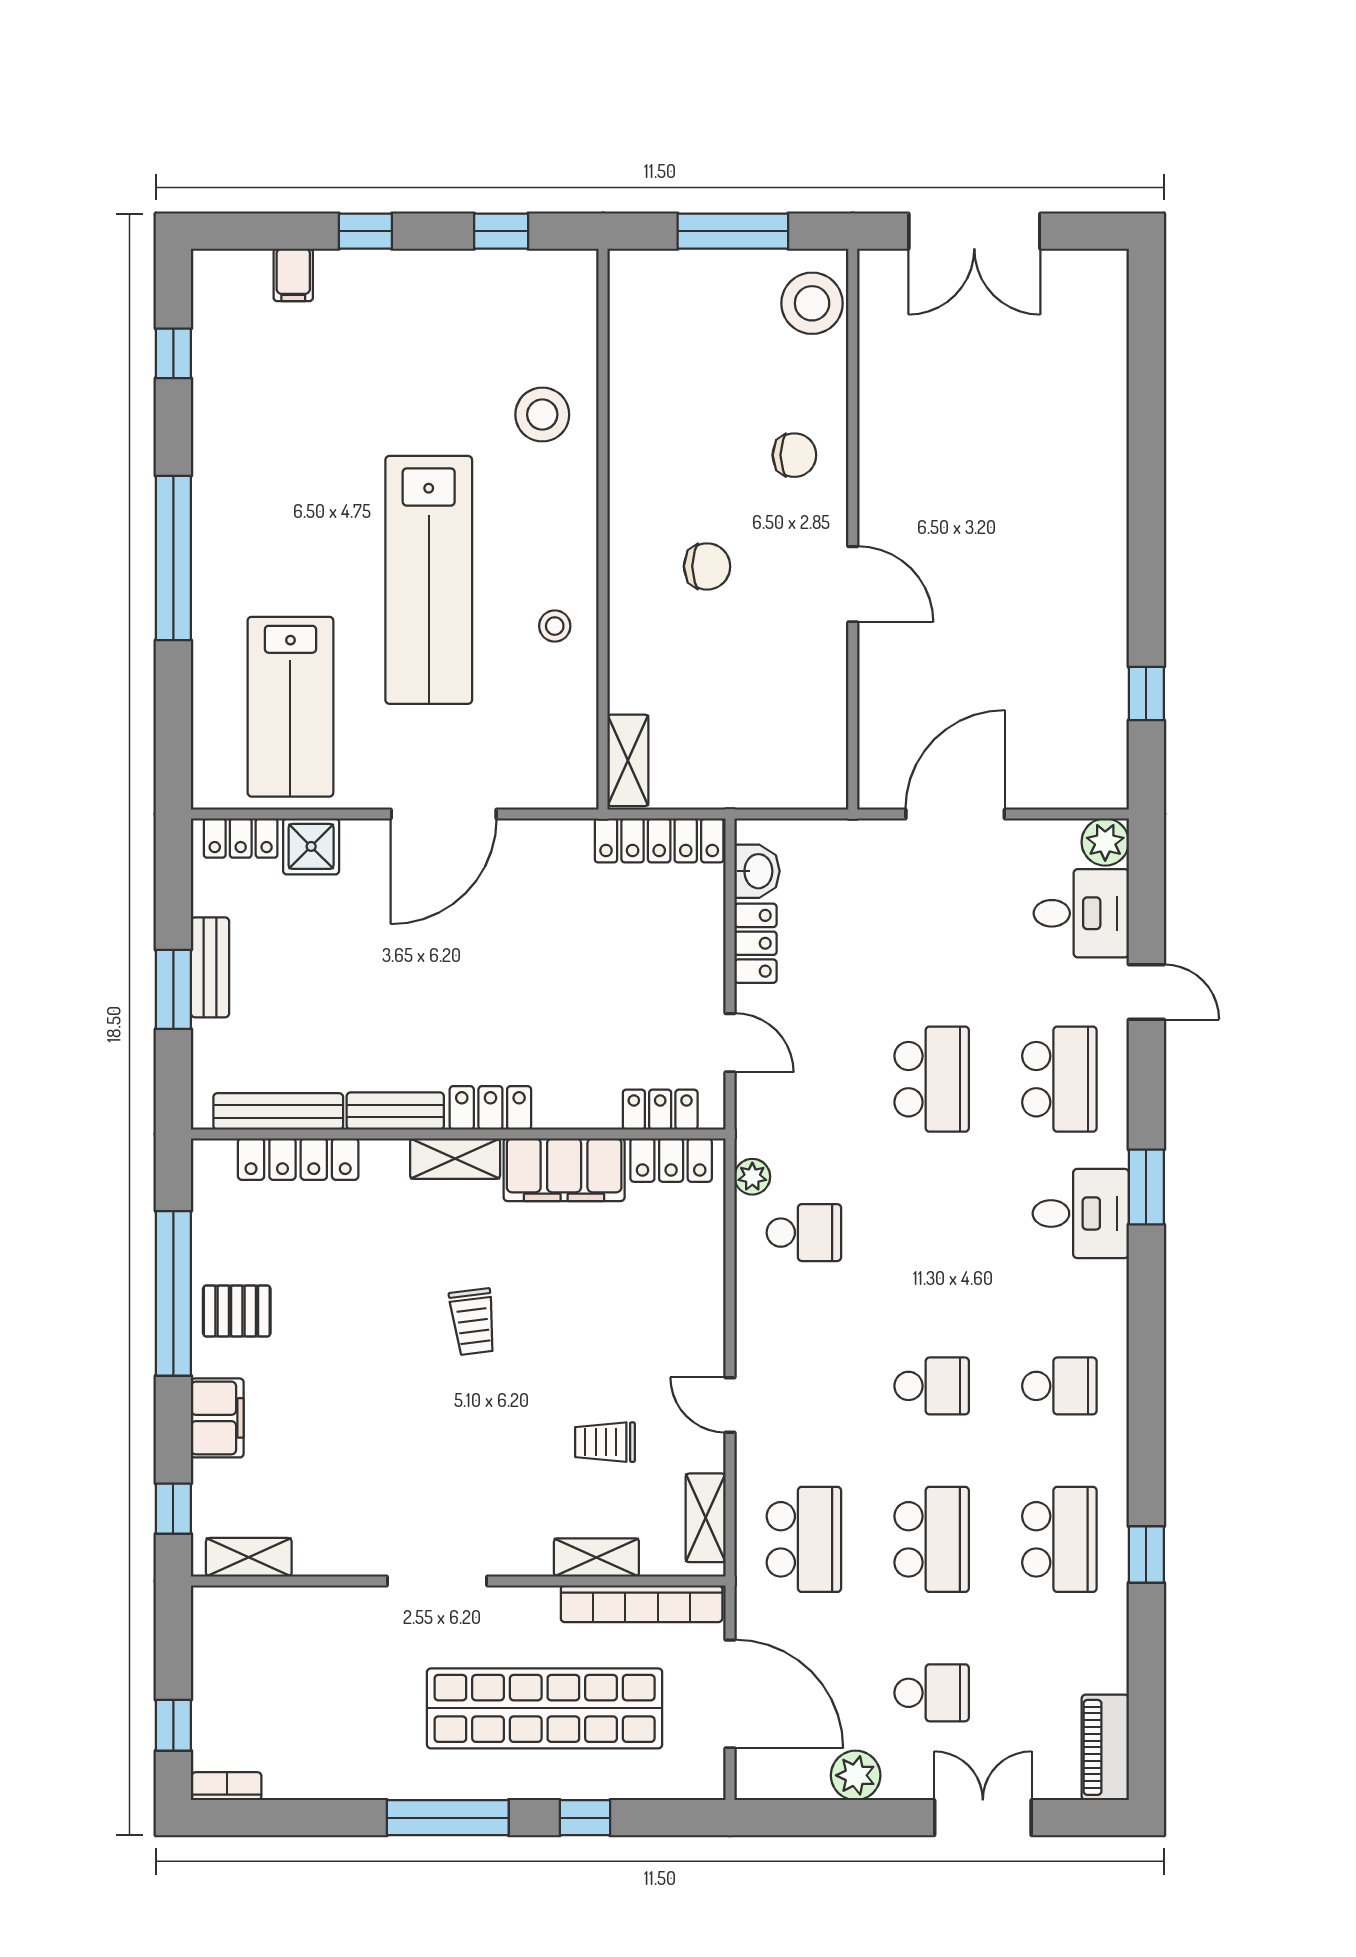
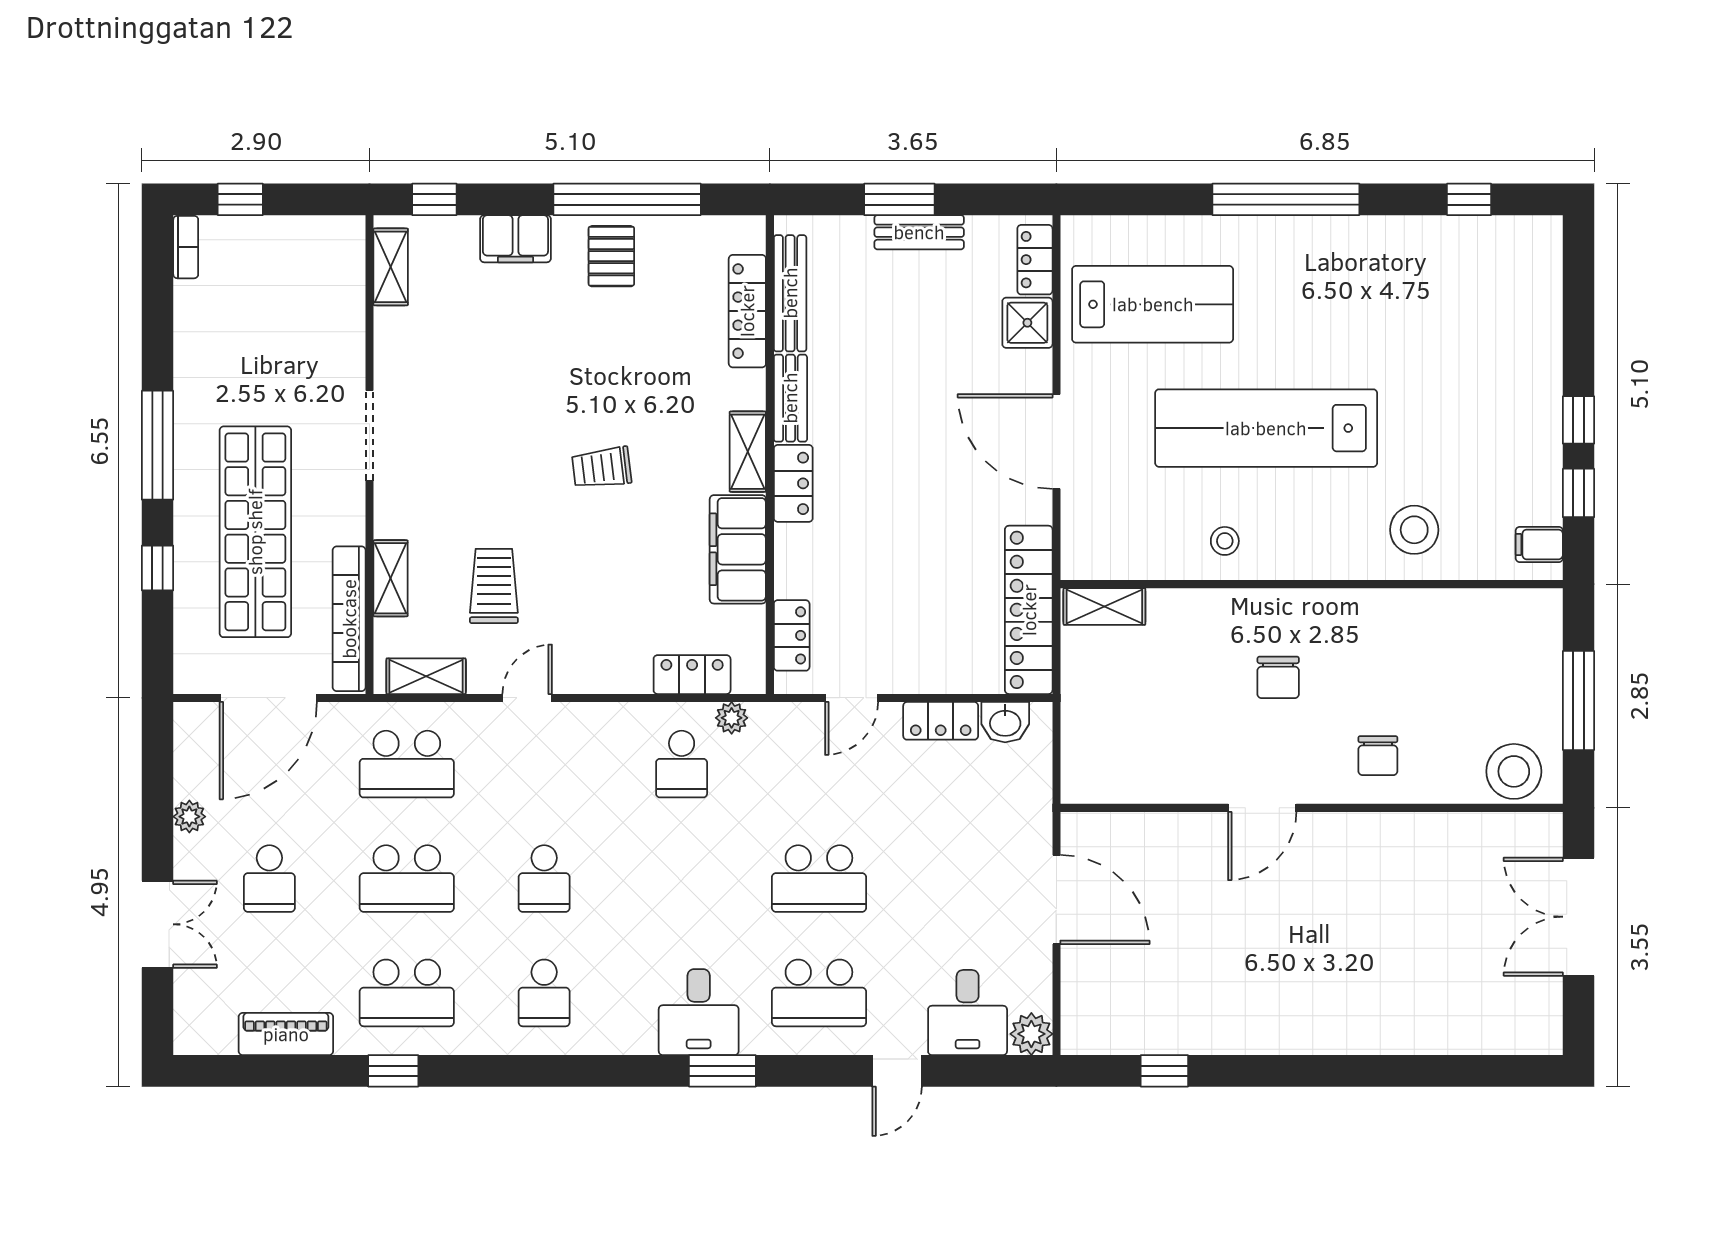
window: (365, 231) -> (1579, 420), moved
filing cabinet: (293, 275) -> (1539, 544), moved
lab bench: (290, 707) -> (1153, 304), turned 180
locker: (659, 840) -> (1029, 610), width x1.41, depth x1.21
locker: (671, 1160) -> (692, 675), moved, turned 90
trolley: (605, 1442) -> (494, 586), width x1.36, depth x1.39
piano: (1105, 1747) -> (286, 1034), moved
plant: (856, 1775) -> (189, 817), width x0.73, depth x0.73

